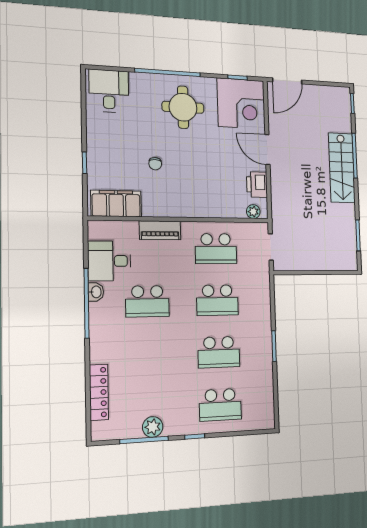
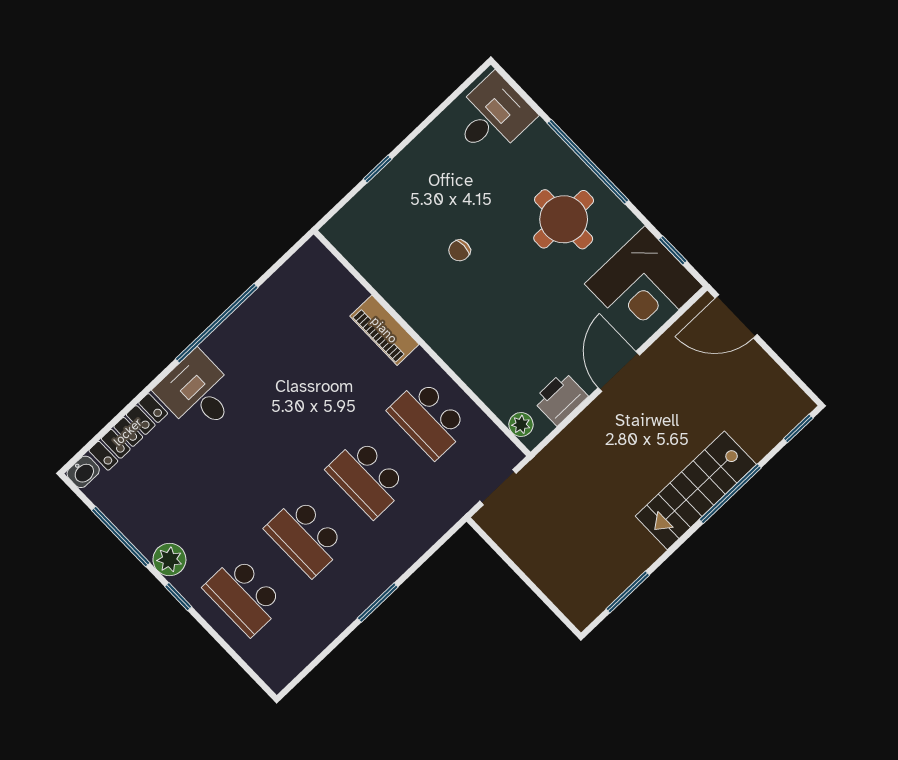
filing cabinet: (116, 204) -> (366, 249), removed
desk: (109, 261) -> (198, 393), moved
washbasin: (96, 292) -> (83, 472), moved
school desk: (147, 301) -> (285, 393), removed
plant: (153, 427) -> (169, 560), moved

